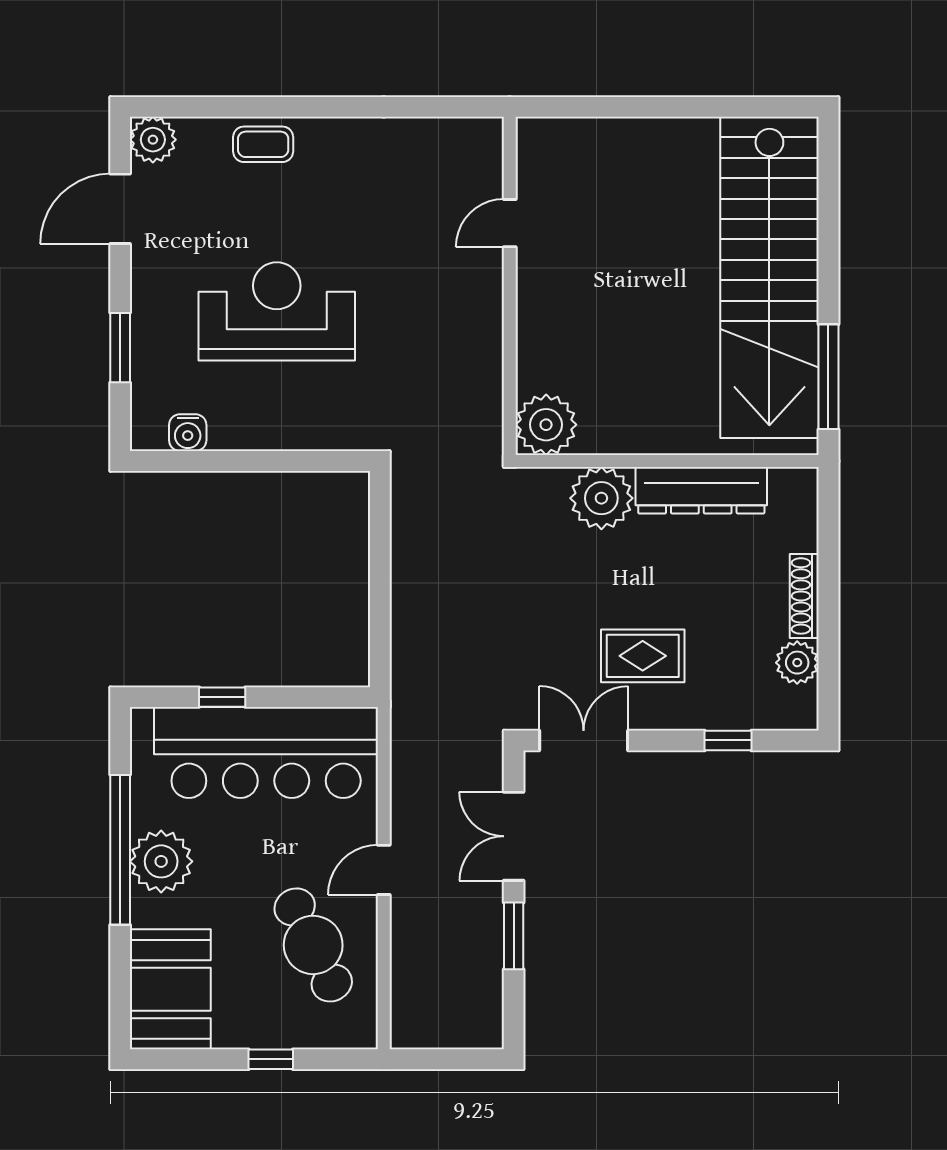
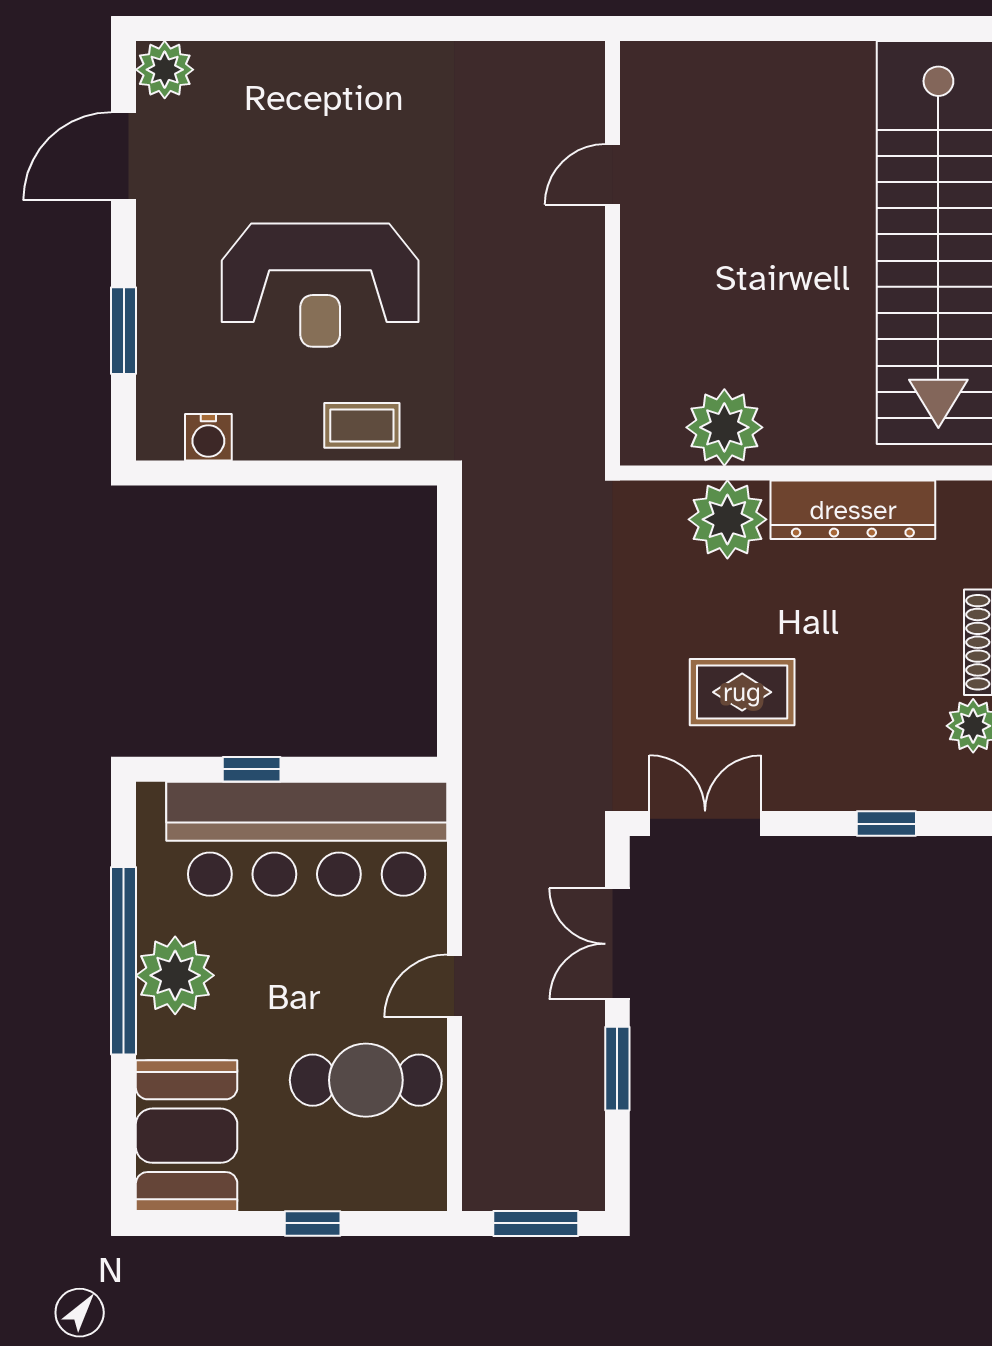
coffee table: (263, 144) -> (362, 425), moved
reception desk: (277, 311) -> (320, 285), turned 180
plant: (546, 425) -> (724, 427), moved
rug: (643, 656) -> (742, 692), moved
cafe table: (313, 945) -> (366, 1080), turned -64
window: (449, 1059) -> (536, 1223), added

